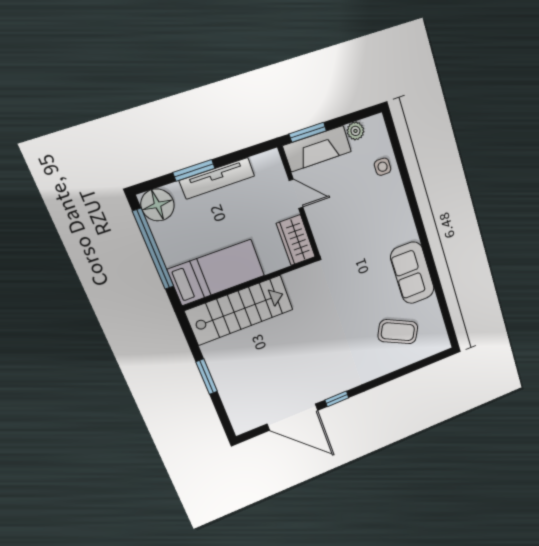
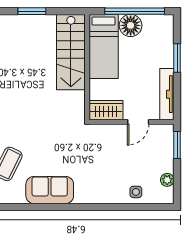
fireplace: (317, 149) -> (164, 148), removed
tv unit: (217, 178) -> (167, 94), moved
floor lamp: (158, 205) -> (131, 25), moved

